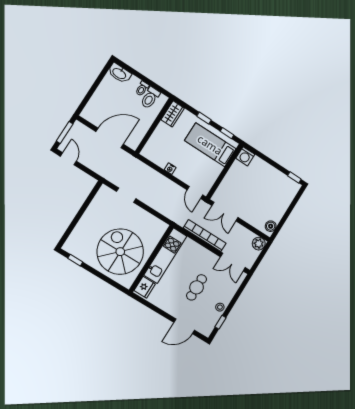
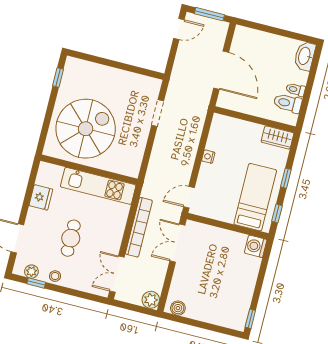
fridge: (145, 287) -> (41, 197), moved, turned -90
cafe table: (197, 287) -> (71, 238), turned 90
plant: (211, 323) -> (31, 272), added

